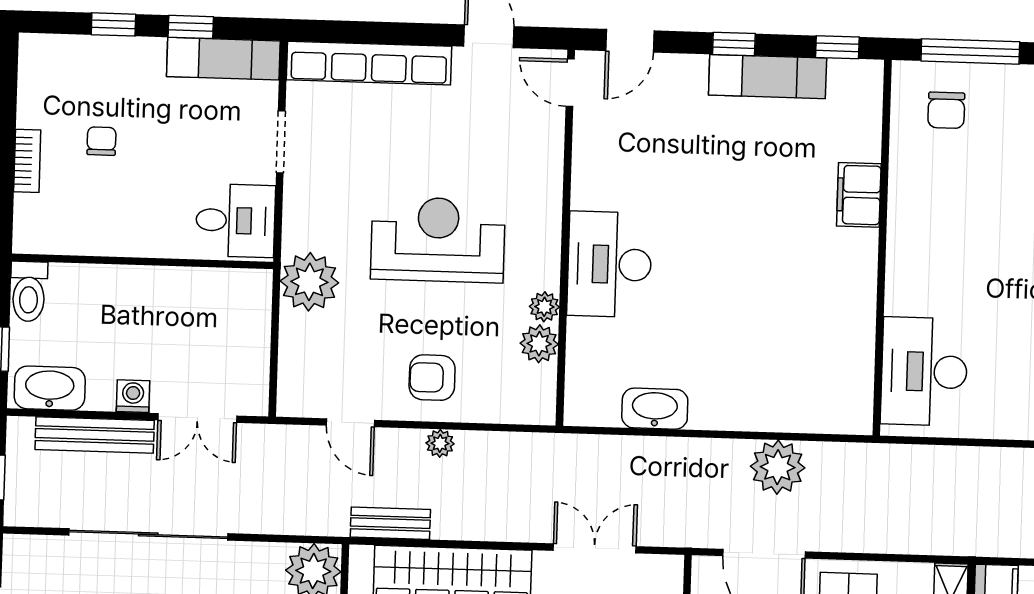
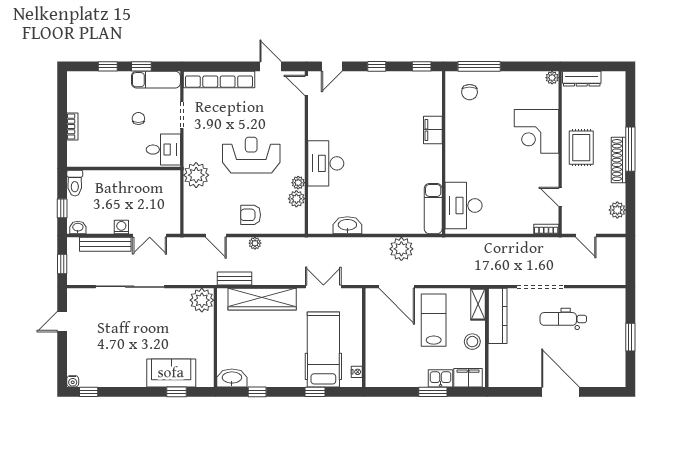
exam couch: (768, 77) -> (433, 209), moved, turned 90
chair: (101, 141) -> (138, 118), moved
washbasin: (50, 388) -> (78, 227), width x0.52, depth x0.69

